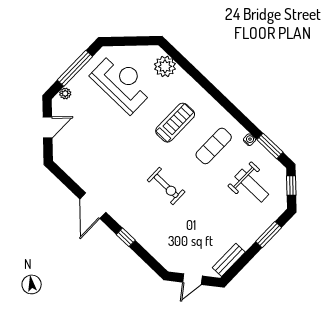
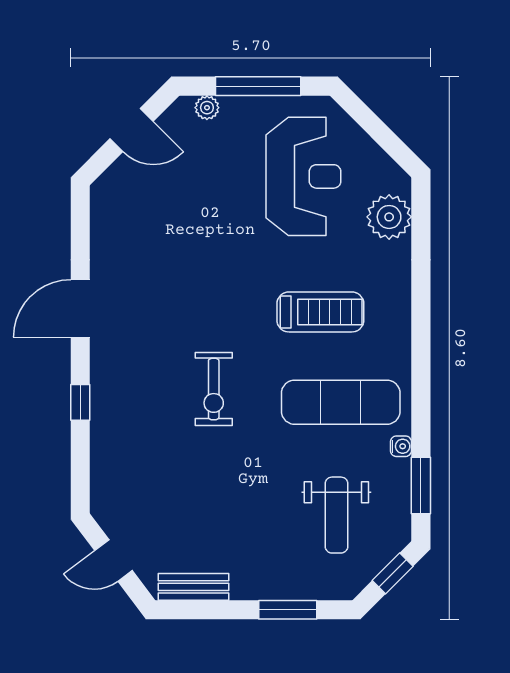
exercise mat: (214, 146) -> (341, 402), width x1.36, depth x1.45

